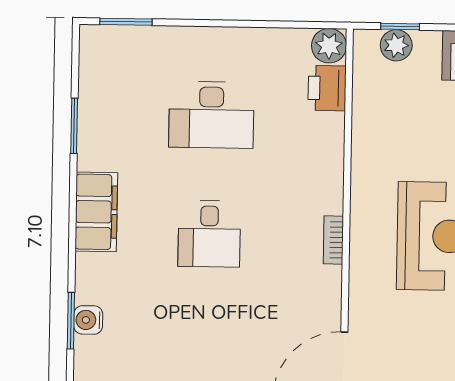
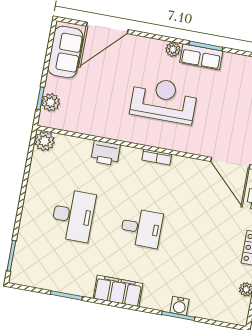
printer: (327, 88) -> (106, 153), moved

